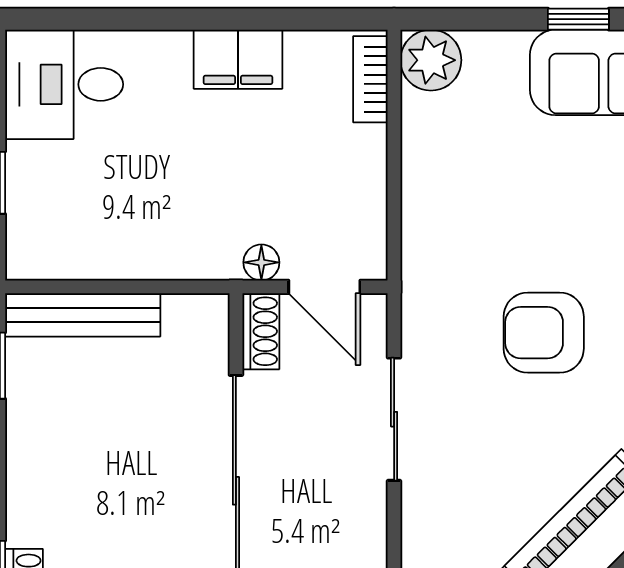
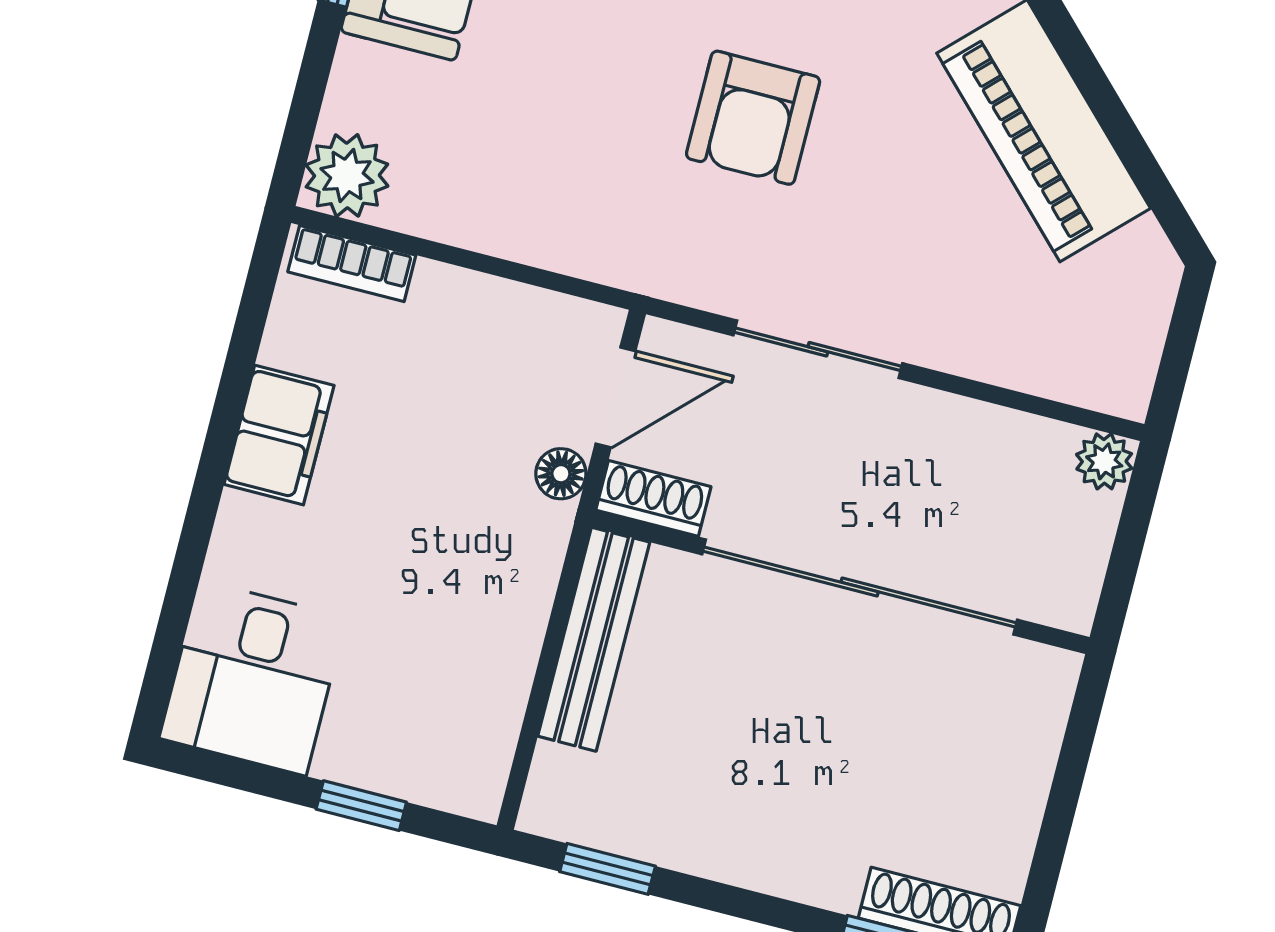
bench: (83, 315) -> (594, 639), moved

